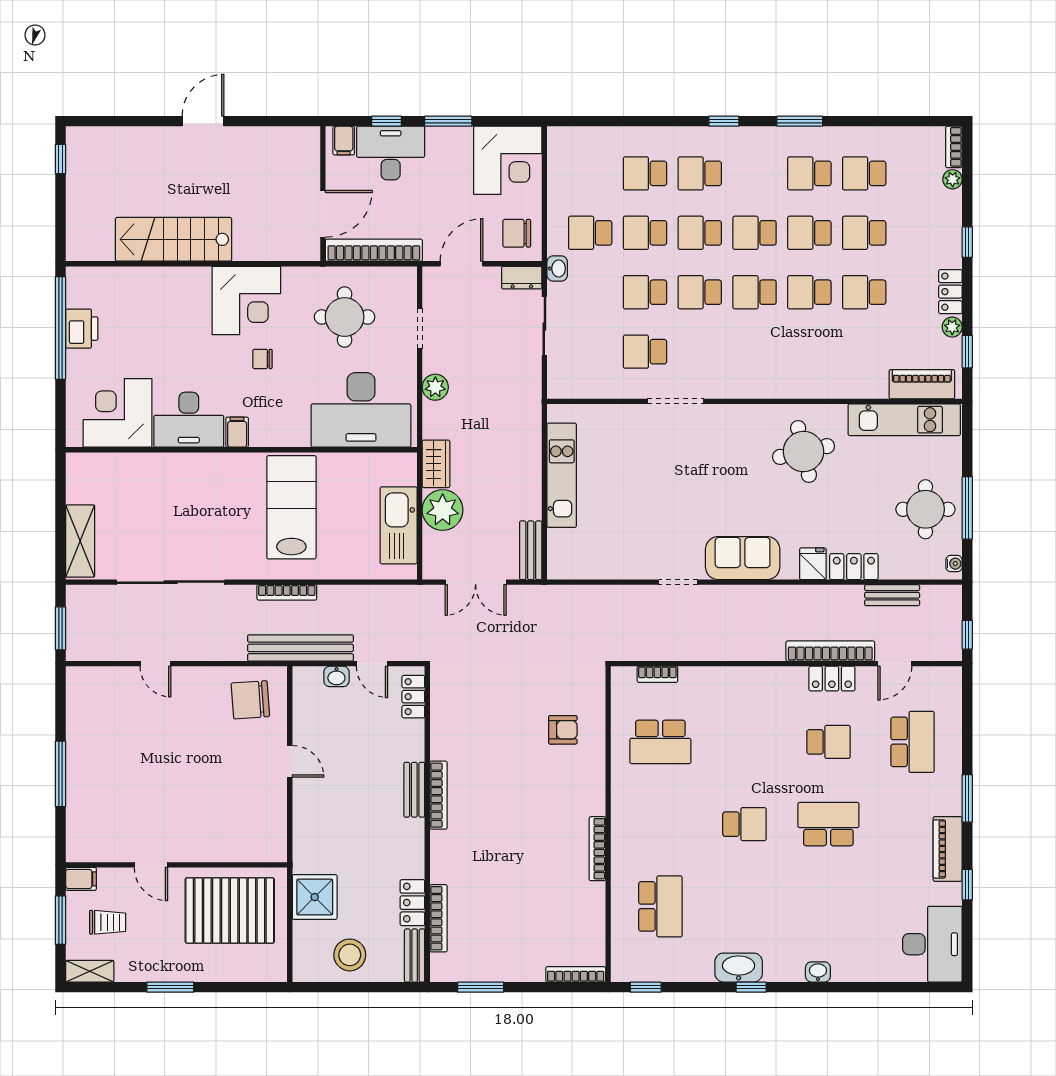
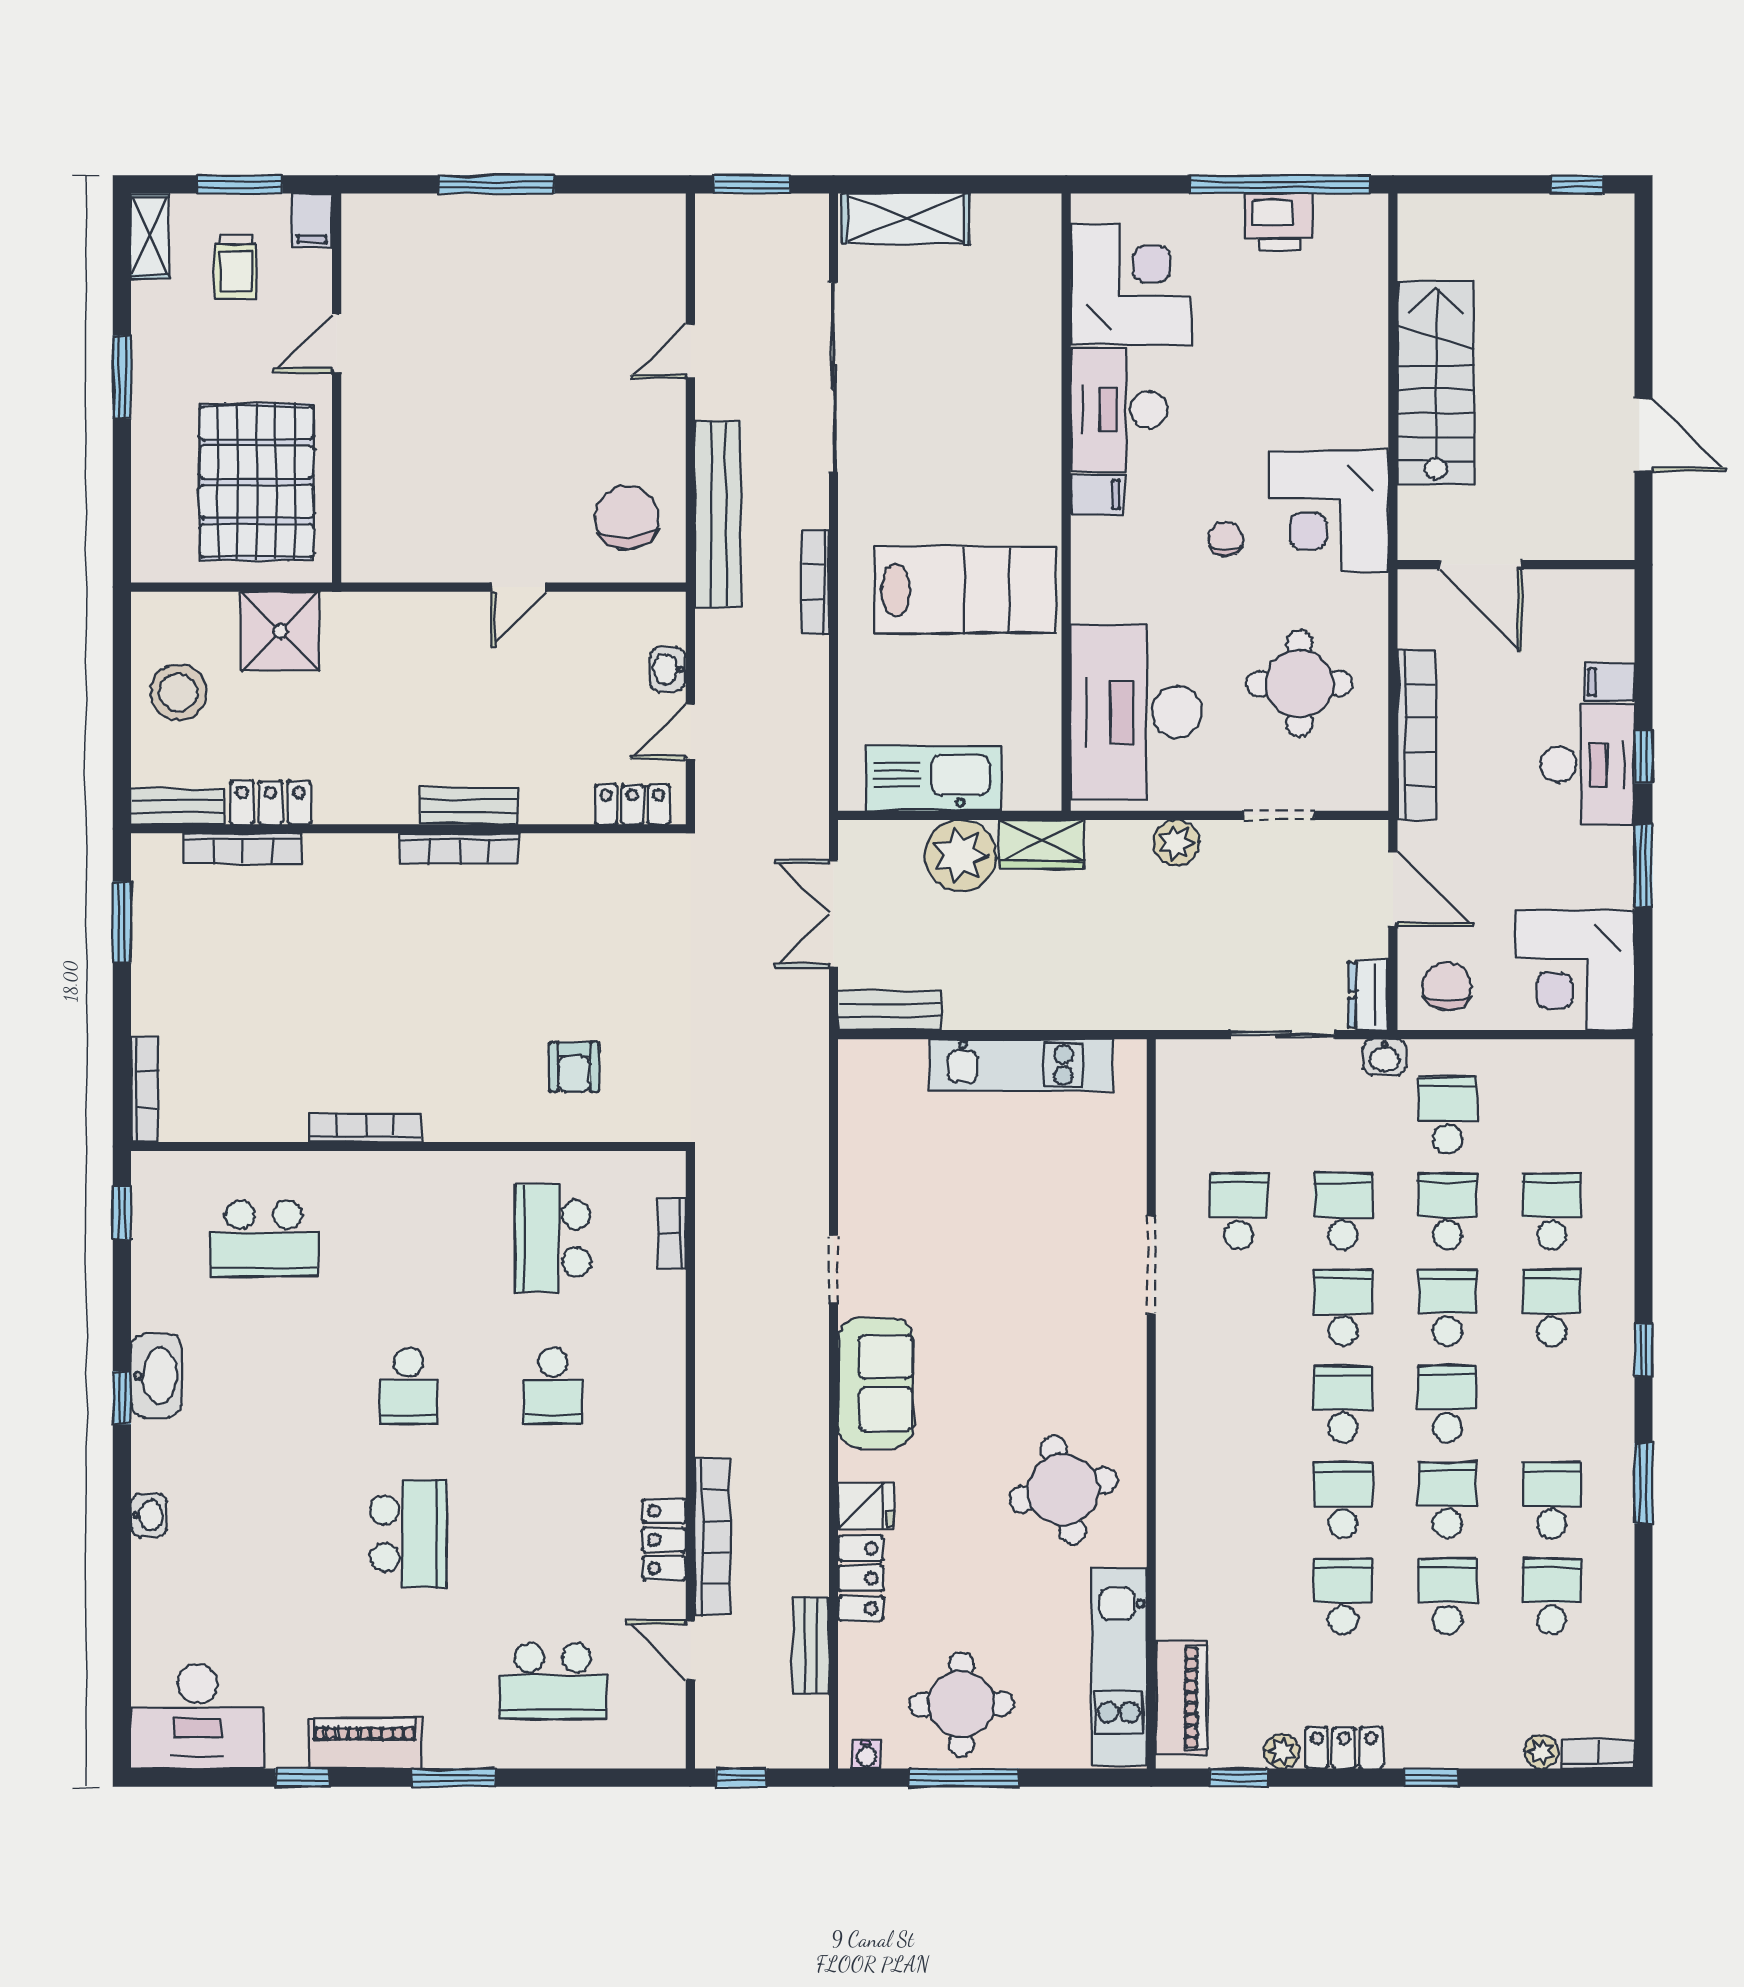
wall: (323, 194) -> (1516, 565), moved
door: (323, 214) -> (1481, 565), moved
bench: (300, 648) -> (718, 514), moved
school desk: (828, 742) -> (553, 1386), moved

